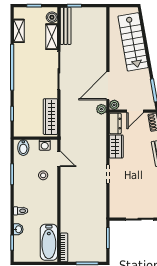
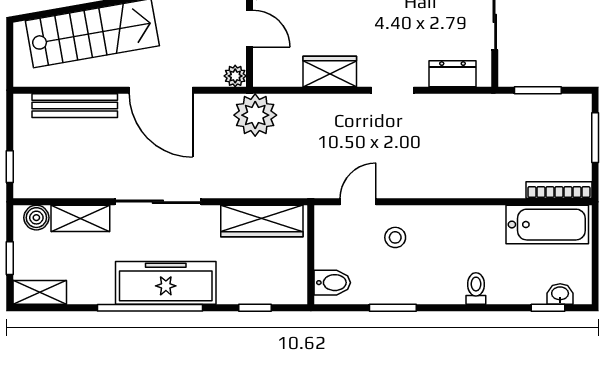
bench: (66, 26) -> (75, 106), moved
shelving: (19, 31) -> (40, 292), moved
freezer: (23, 74) -> (166, 283), added
door: (108, 86) -> (161, 90), moved
plant: (101, 109) -> (255, 115), width x1.87, depth x1.87
dresser: (115, 123) -> (452, 74), moved
washing machine: (45, 145) -> (326, 234), removed
washbasin: (18, 229) -> (560, 294), moved

